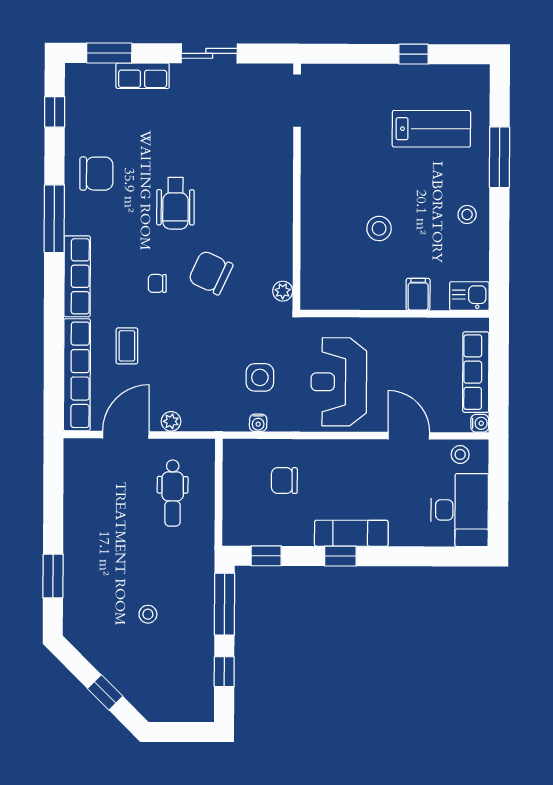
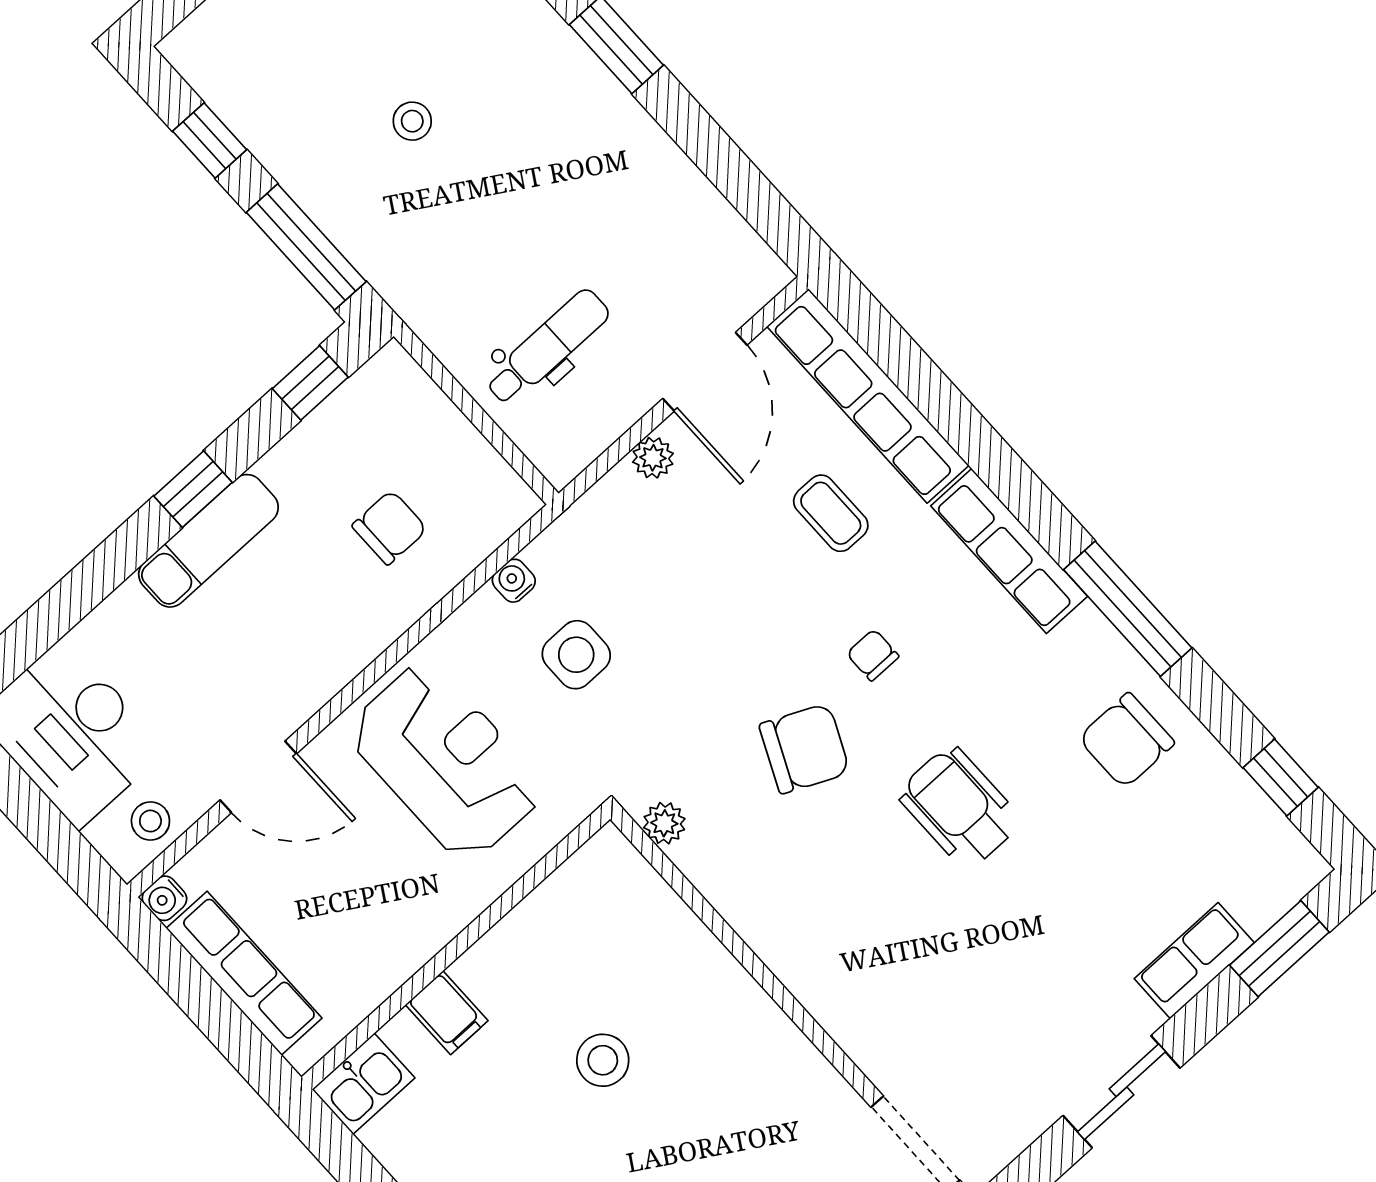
chair: (157, 283) -> (873, 655), turned -90
dental chair: (173, 493) -> (547, 347), turned 90

